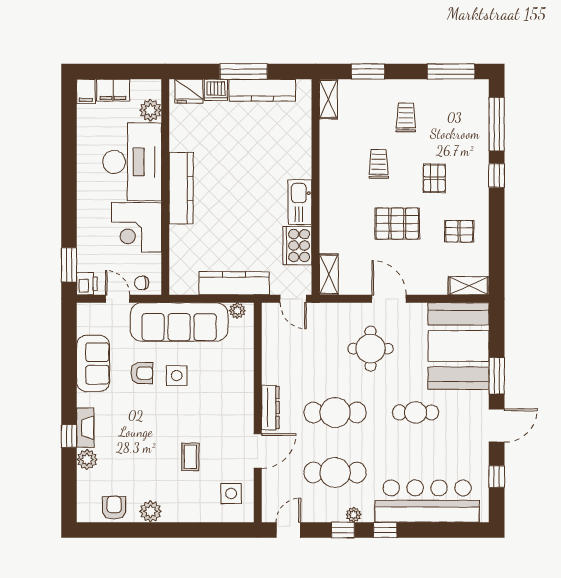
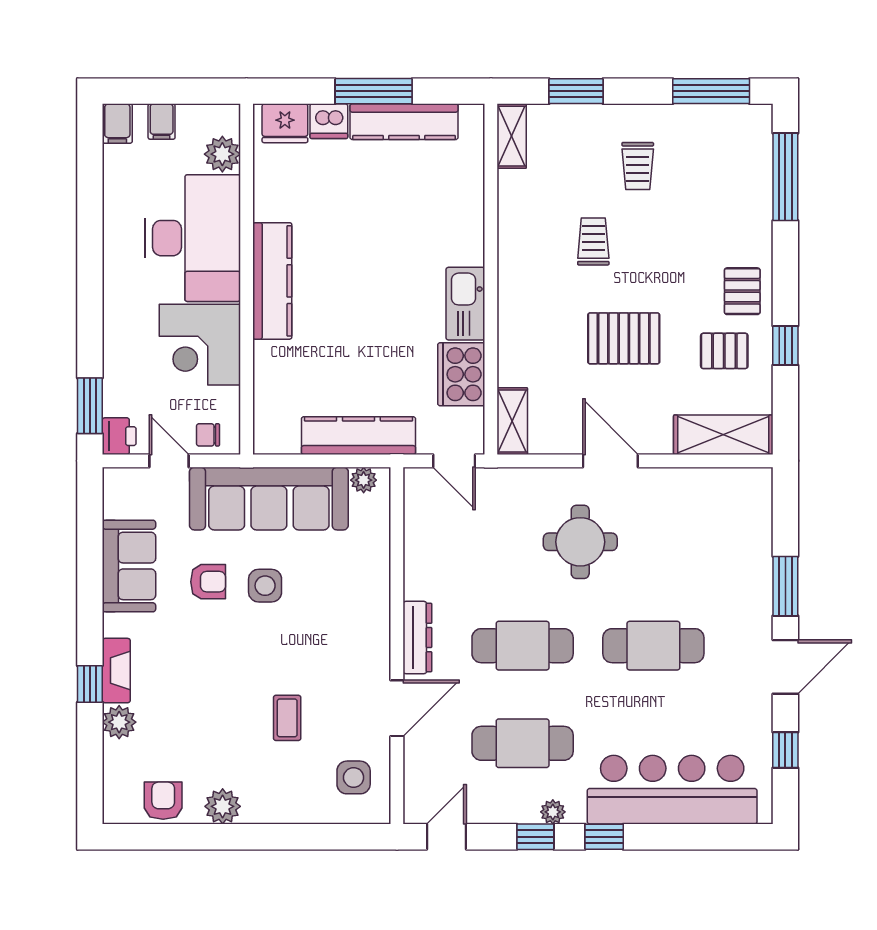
filing cabinet: (113, 90) -> (162, 122), width x0.50
trolley: (406, 117) -> (638, 166), turned 180
window: (497, 175) -> (785, 346), moved
pallet: (434, 178) -> (742, 291), moved
shelving: (469, 286) -> (723, 435), width x1.50, depth x1.33
booth: (459, 346) -> (723, 538), removed
cafe table: (416, 412) -> (653, 646), width x1.37, depth x1.35

